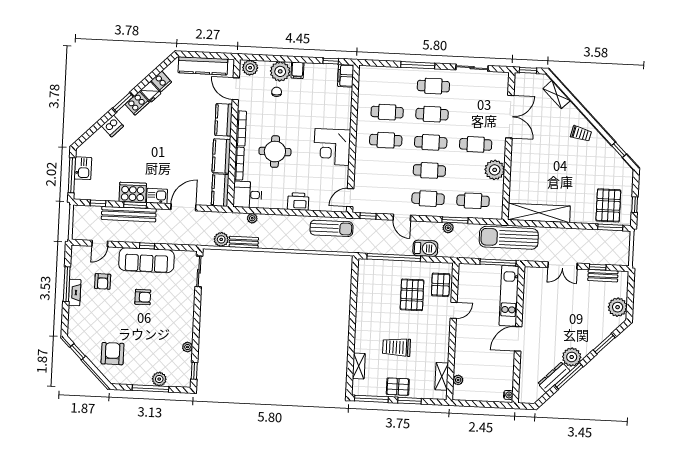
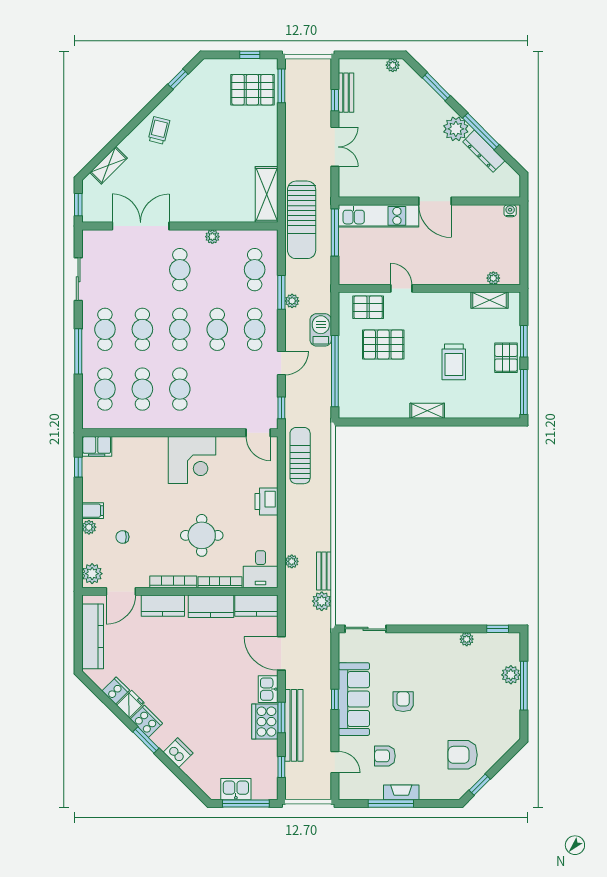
plant: (280, 71) -> (89, 527), width x0.53, depth x0.53
cafe table: (388, 84) -> (105, 389), added
plant: (495, 170) -> (212, 237), width x0.53, depth x0.53
shelving: (539, 213) -> (267, 194), width x0.68
armchair: (103, 281) -> (385, 756), turned 180
plant: (618, 307) -> (393, 65), width x0.53, depth x0.53
armchair: (112, 354) -> (463, 755), moved
shelving: (359, 366) -> (427, 411), moved

